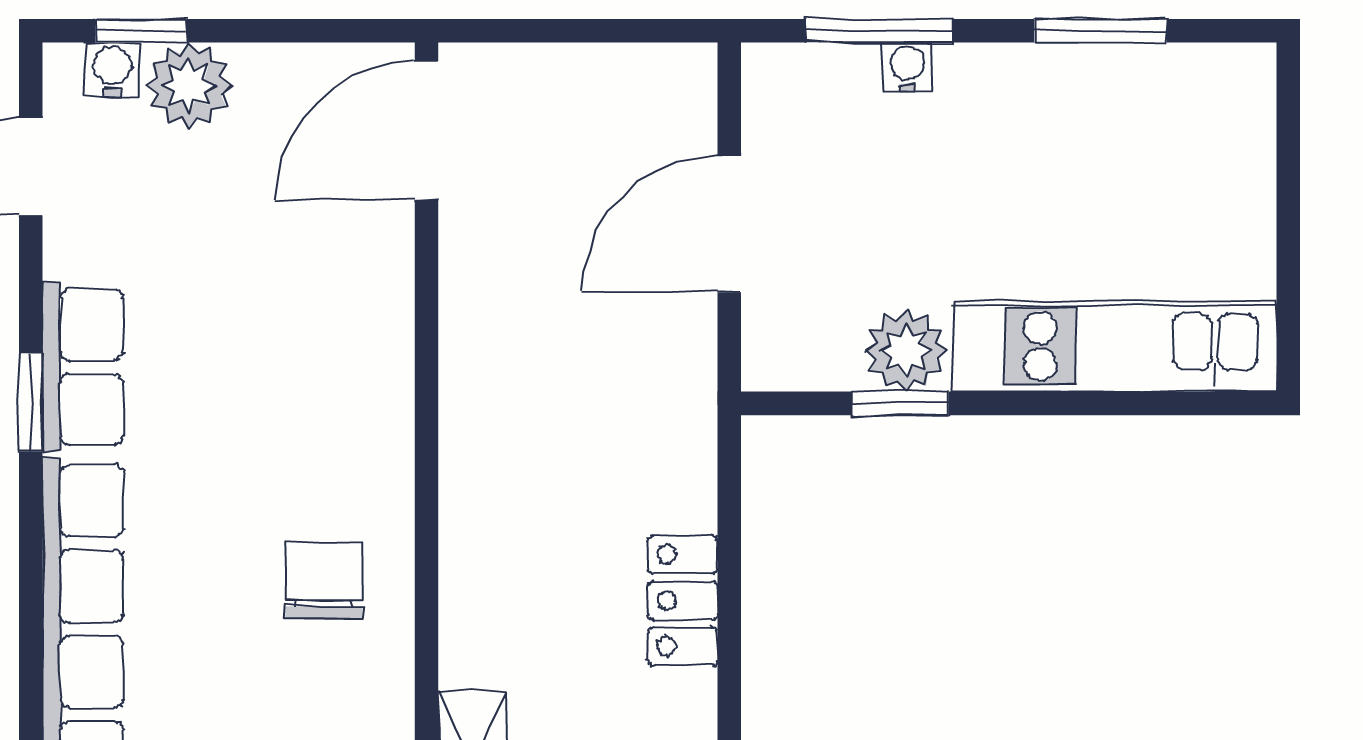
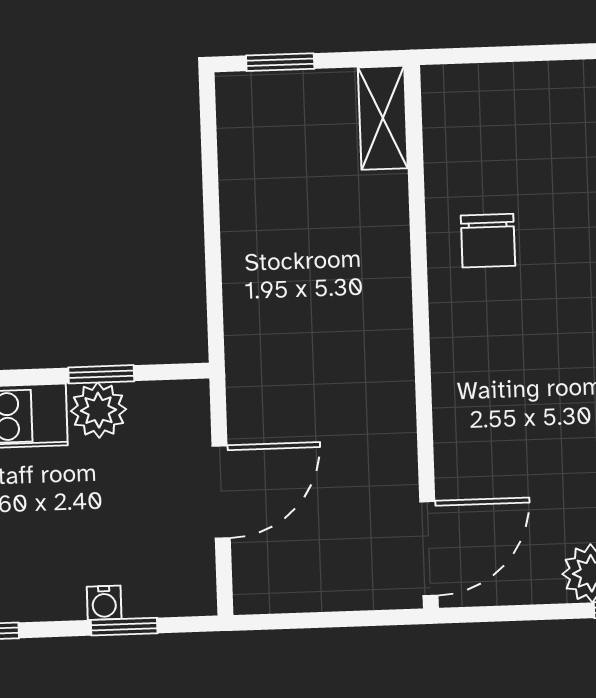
window: (879, 31) -> (124, 627), width x0.67
locker: (683, 600) -> (244, 235), removed

